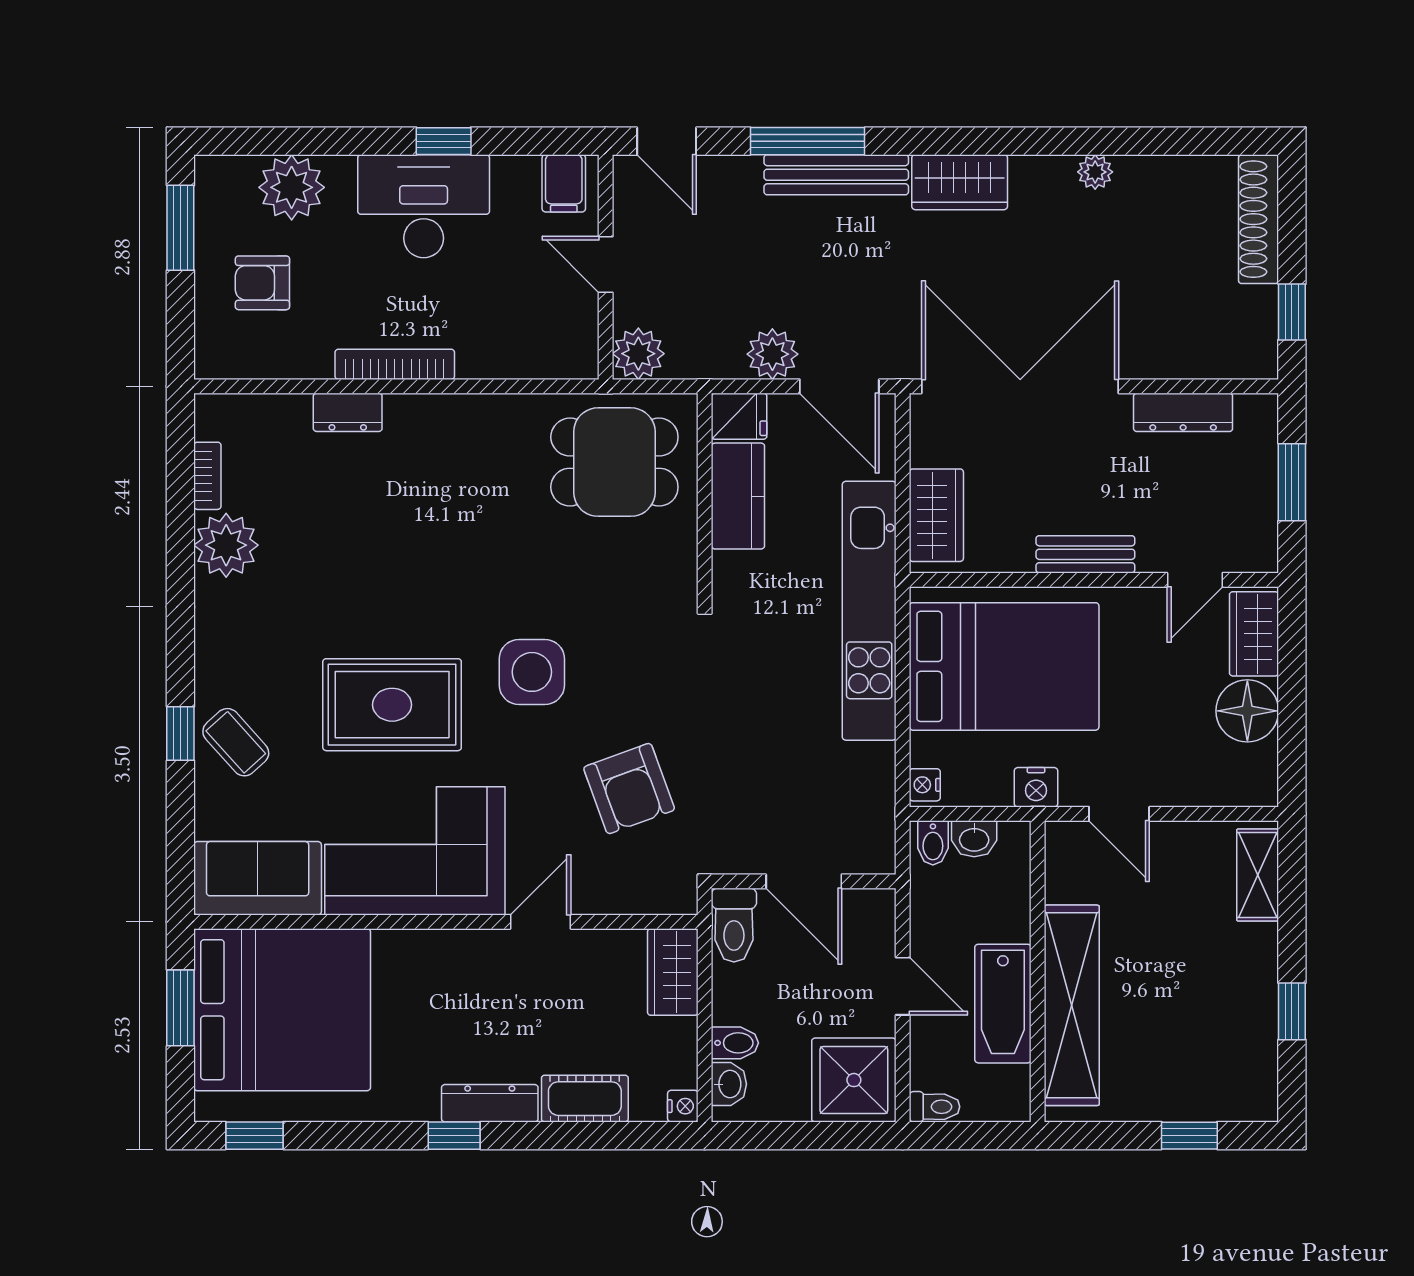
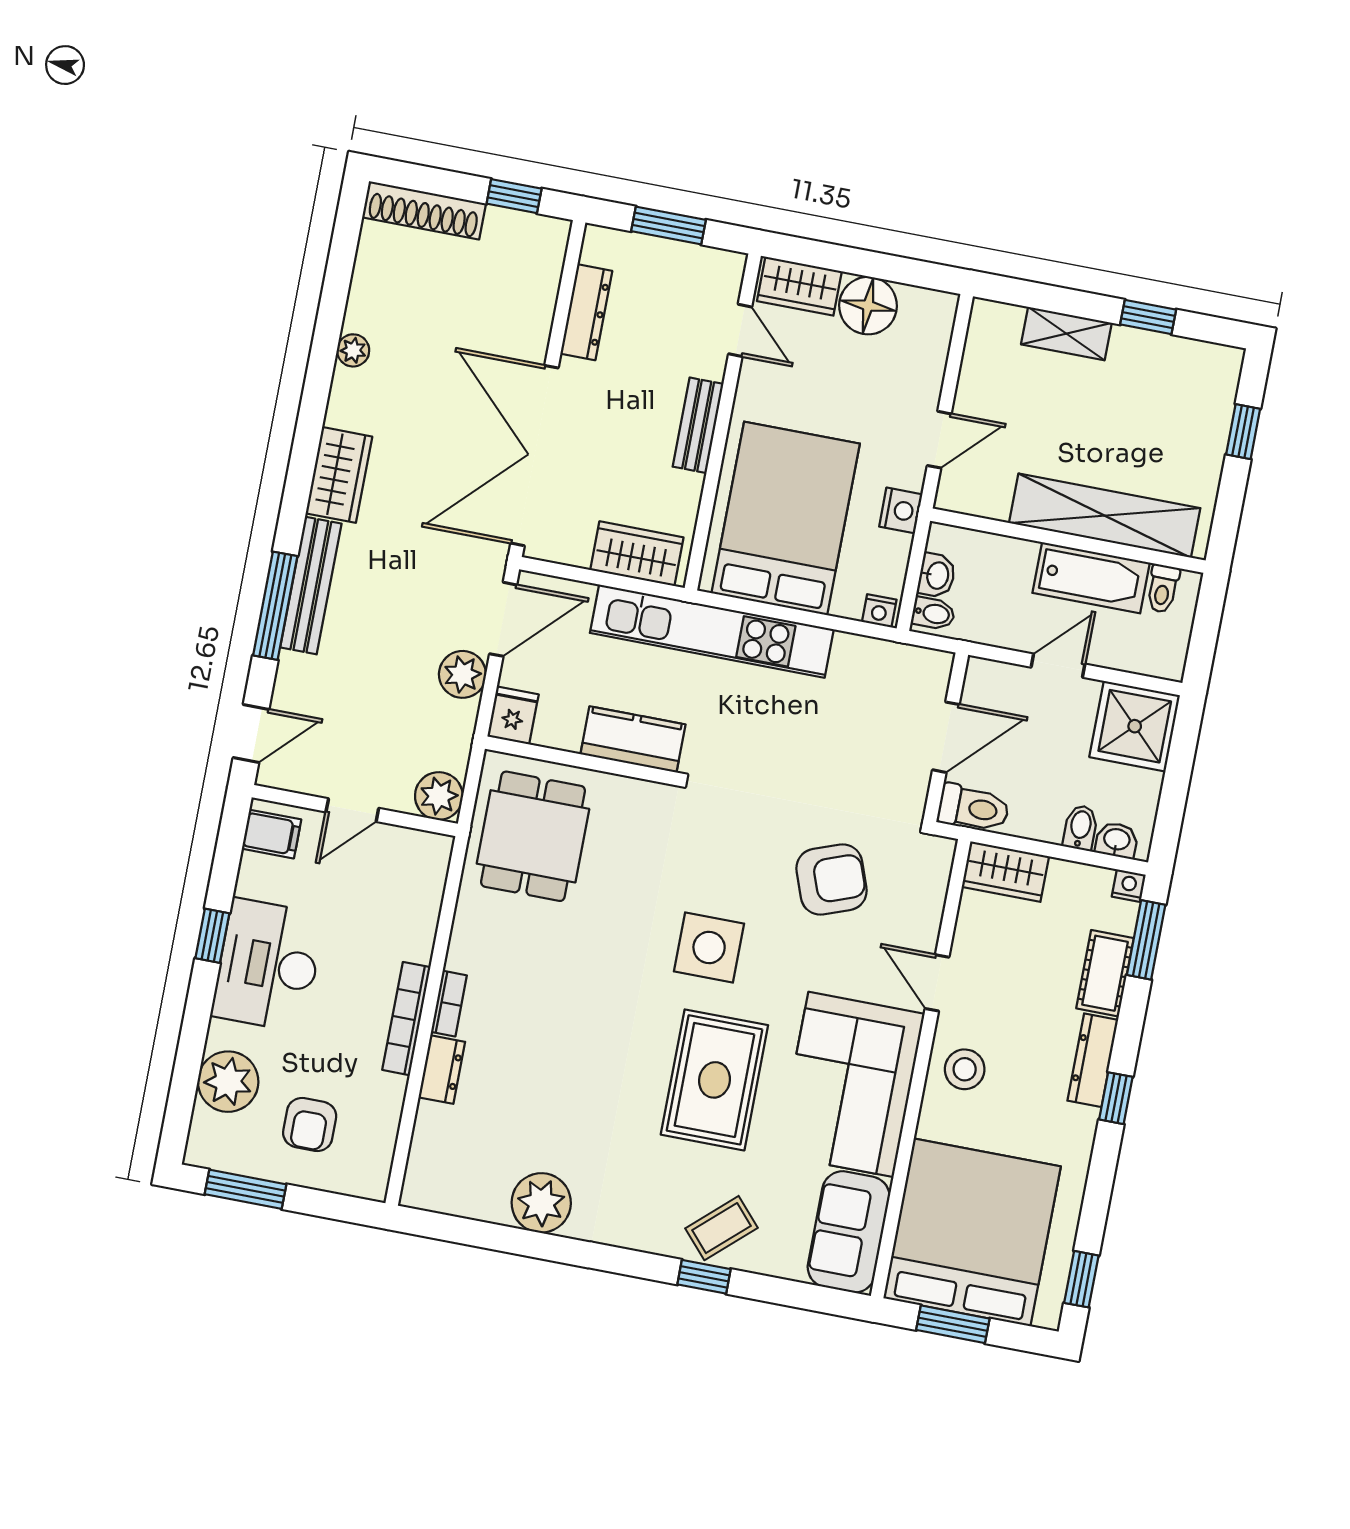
bookcase: (207, 476) -> (449, 1004), moved, turned 90
kitchen counter: (738, 496) -> (633, 739), moved
shelving: (1258, 875) -> (1066, 334), moved
stool: (454, 969) -> (965, 1069), added
toilet: (934, 1107) -> (1163, 589), moved, turned 180
window: (629, 1136) -> (1146, 940), added

